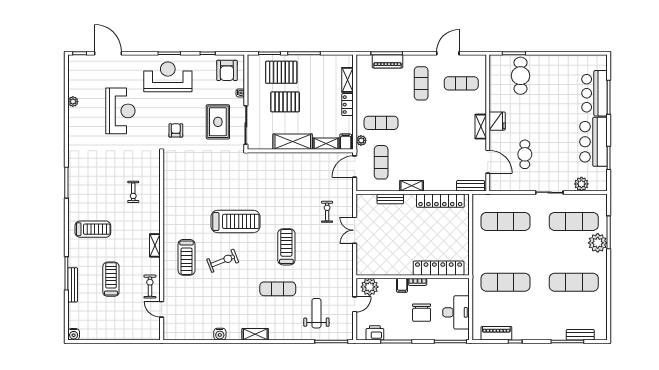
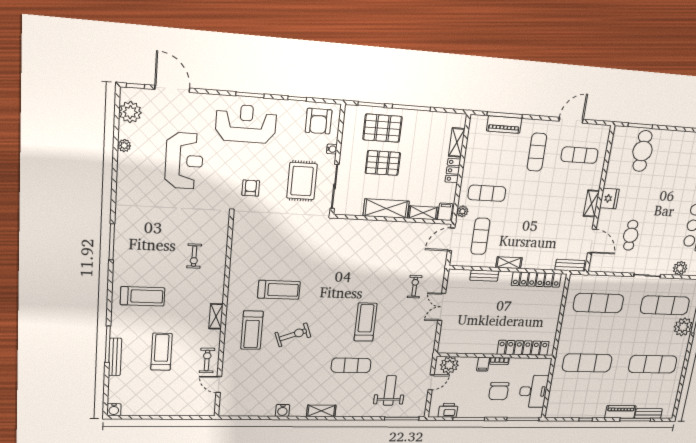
plant: (77, 74) -> (130, 112), added
treadmill: (235, 221) -> (279, 290), moved, width x0.73, depth x0.73
piano: (496, 333) -> (620, 412), moved

